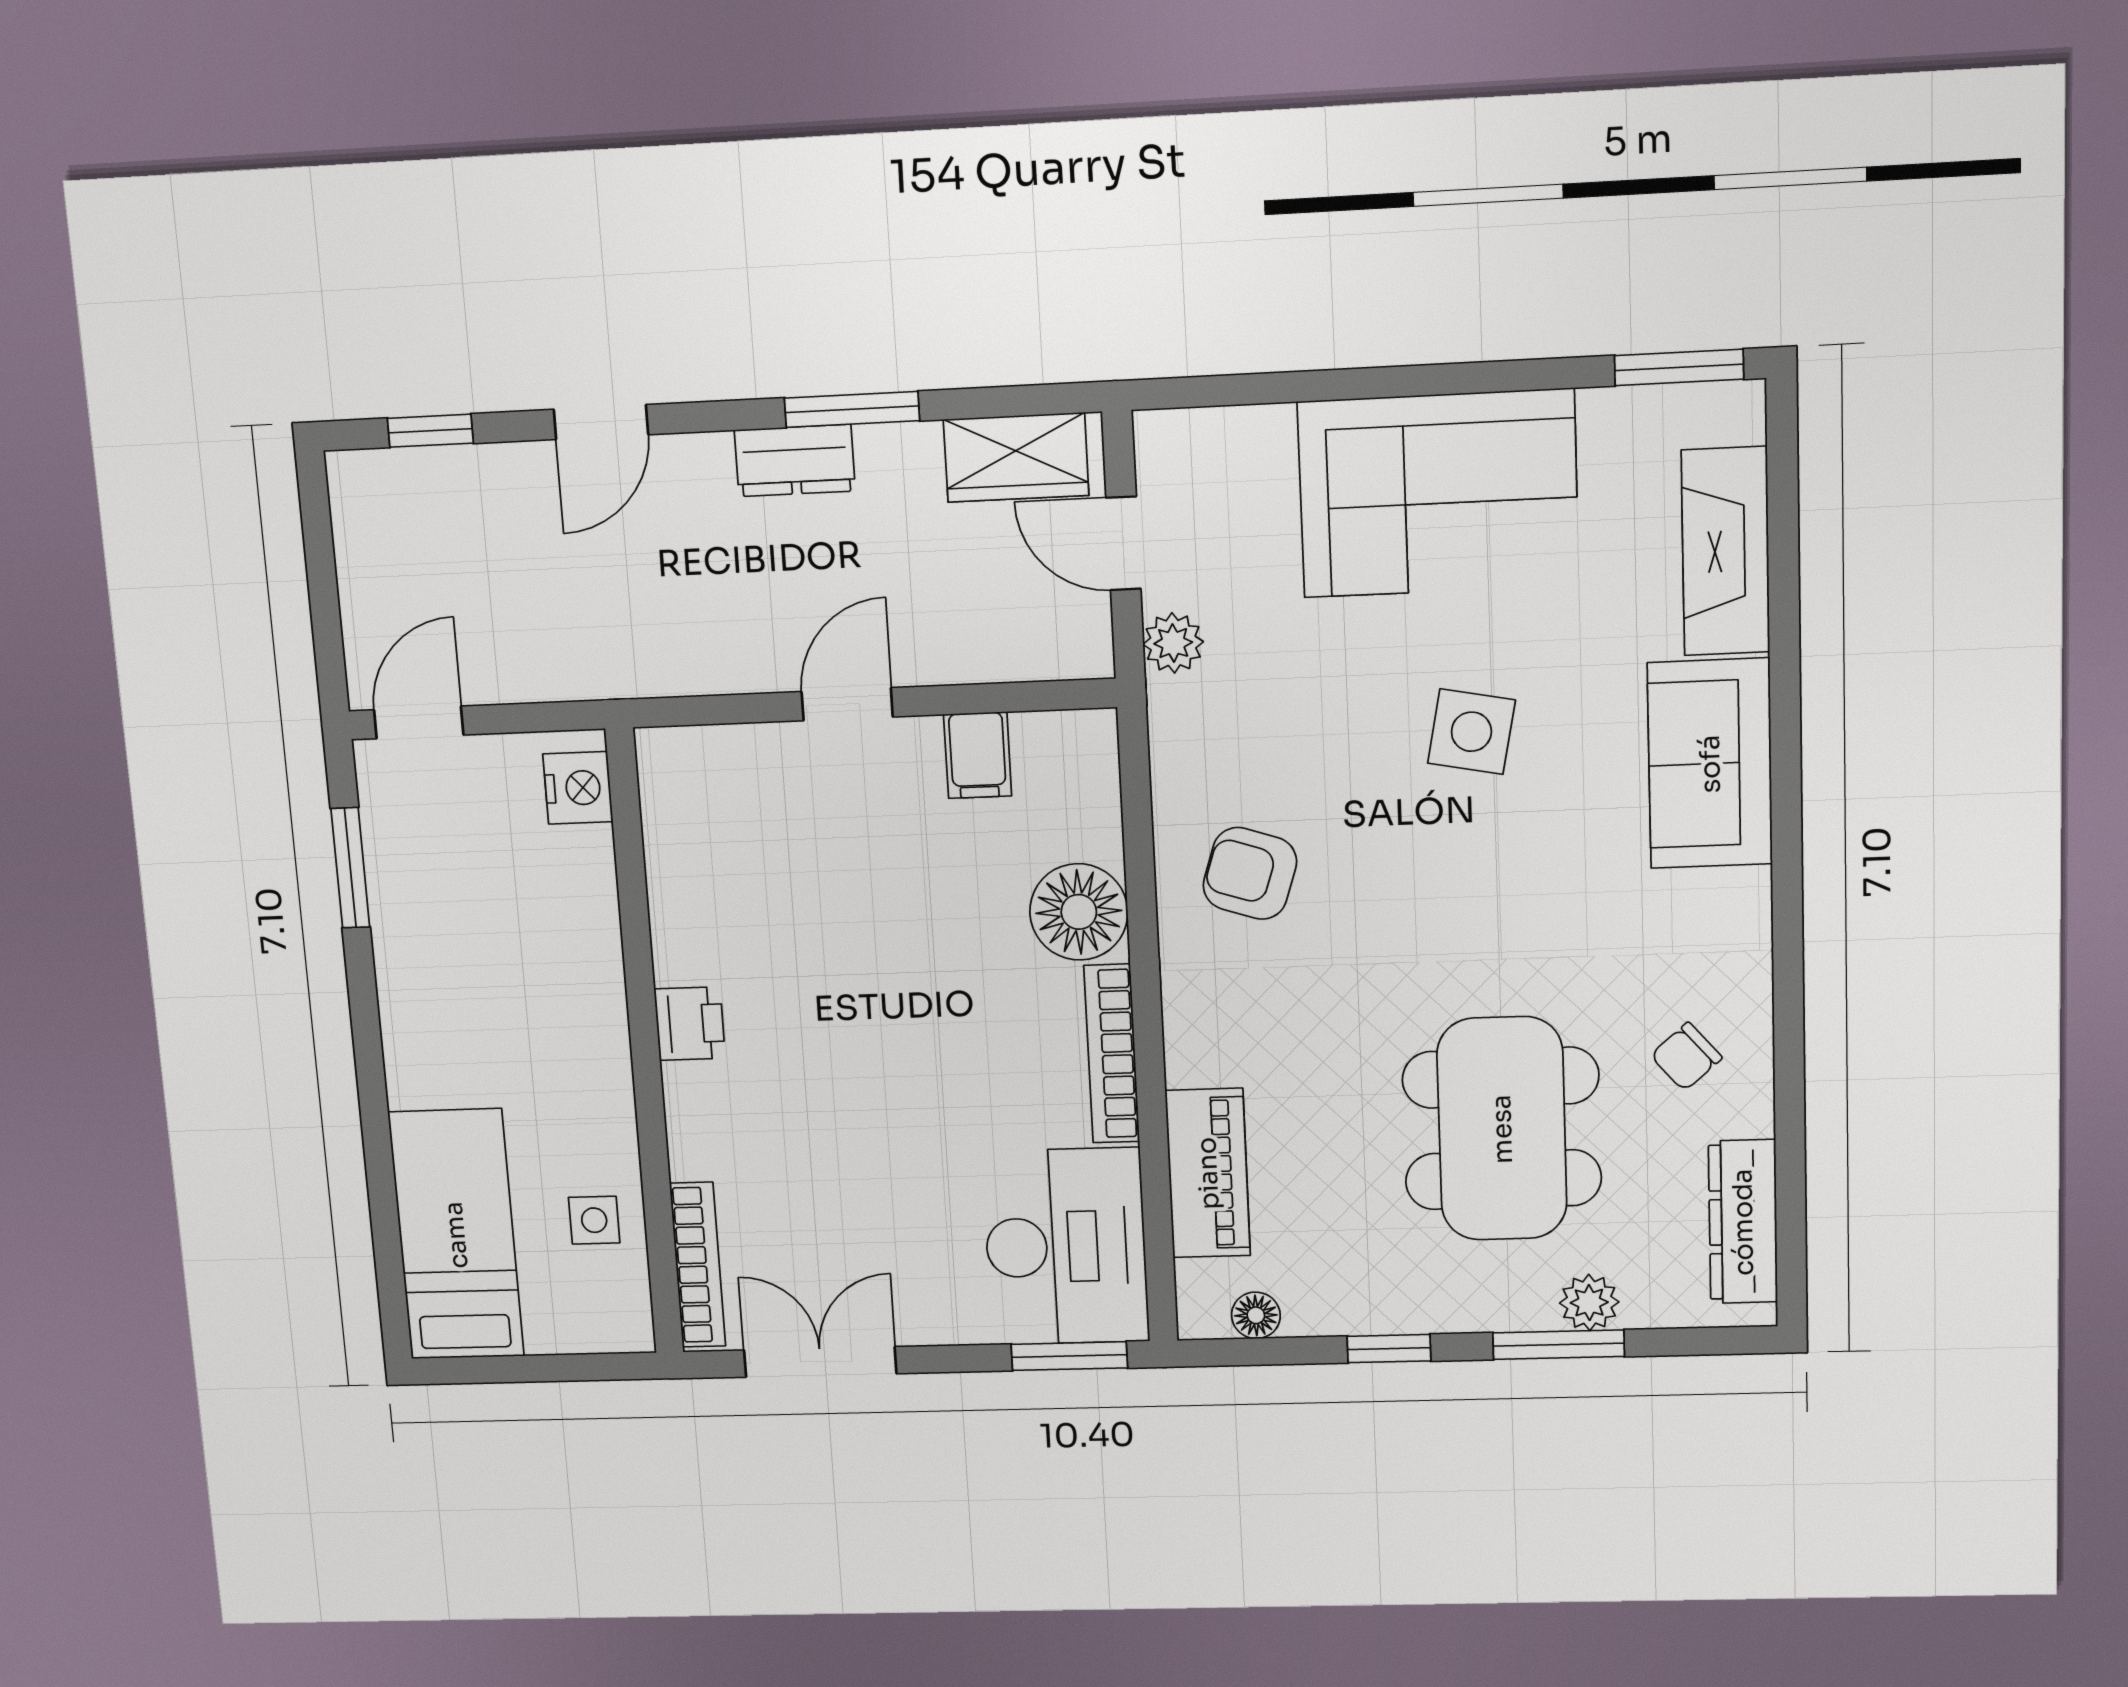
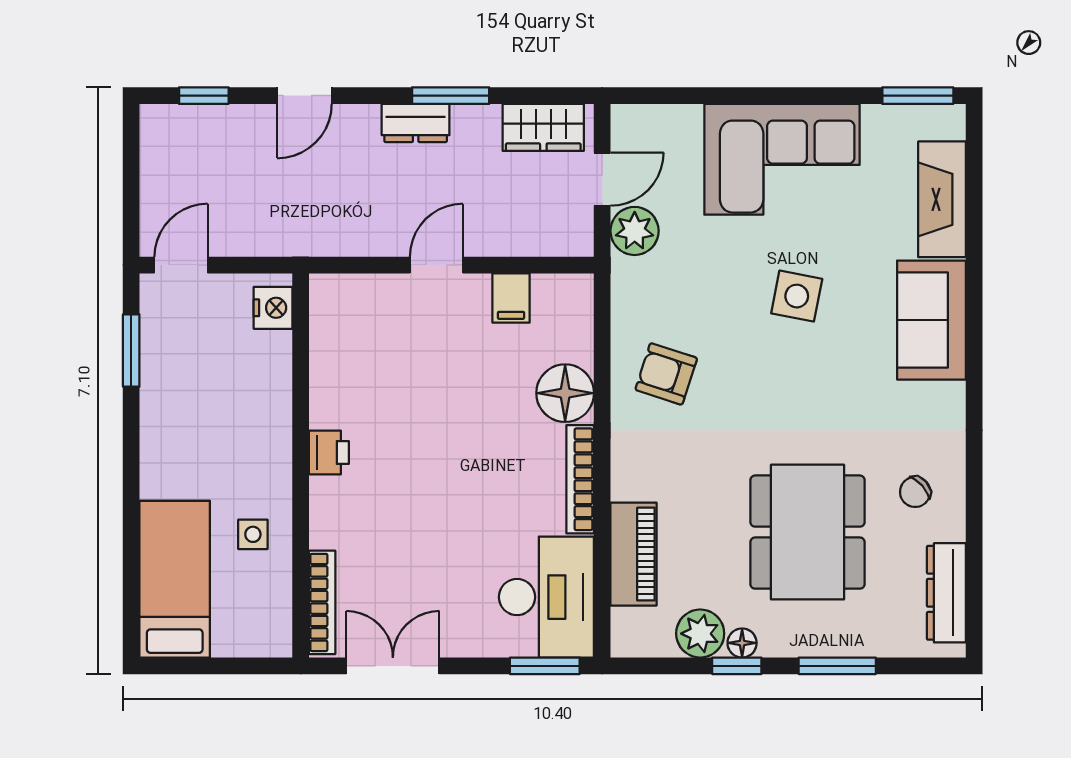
door: (1123, 543) -> (602, 179), swing flipped
plant: (1173, 643) -> (635, 231), width x1.38, depth x1.38
side table: (594, 1220) -> (253, 534), moved
plant: (1589, 1302) -> (700, 634), moved, width x1.38, depth x1.38
floor lamp: (1256, 1315) -> (742, 643), moved

